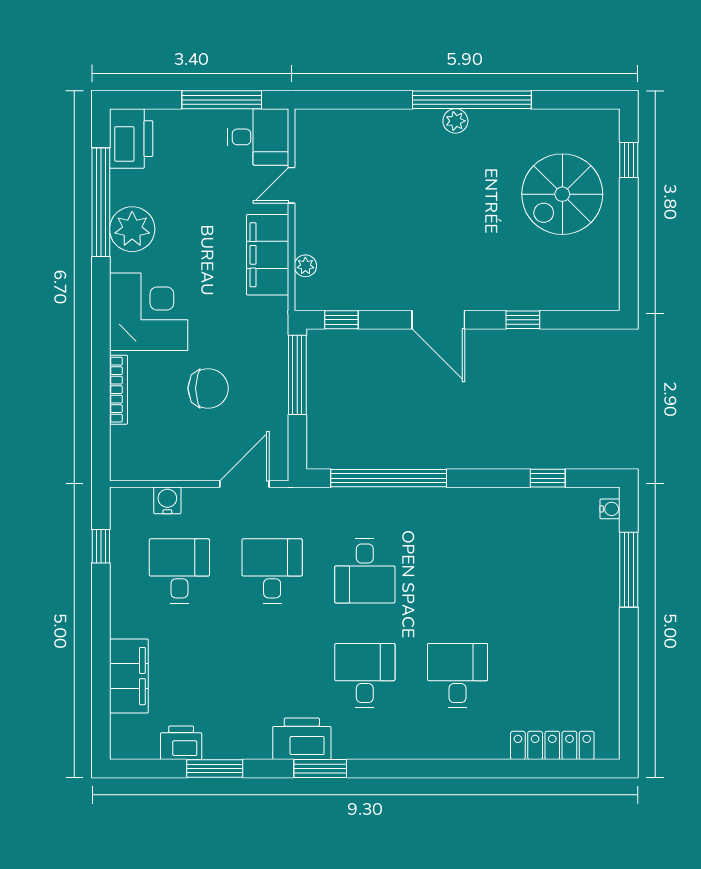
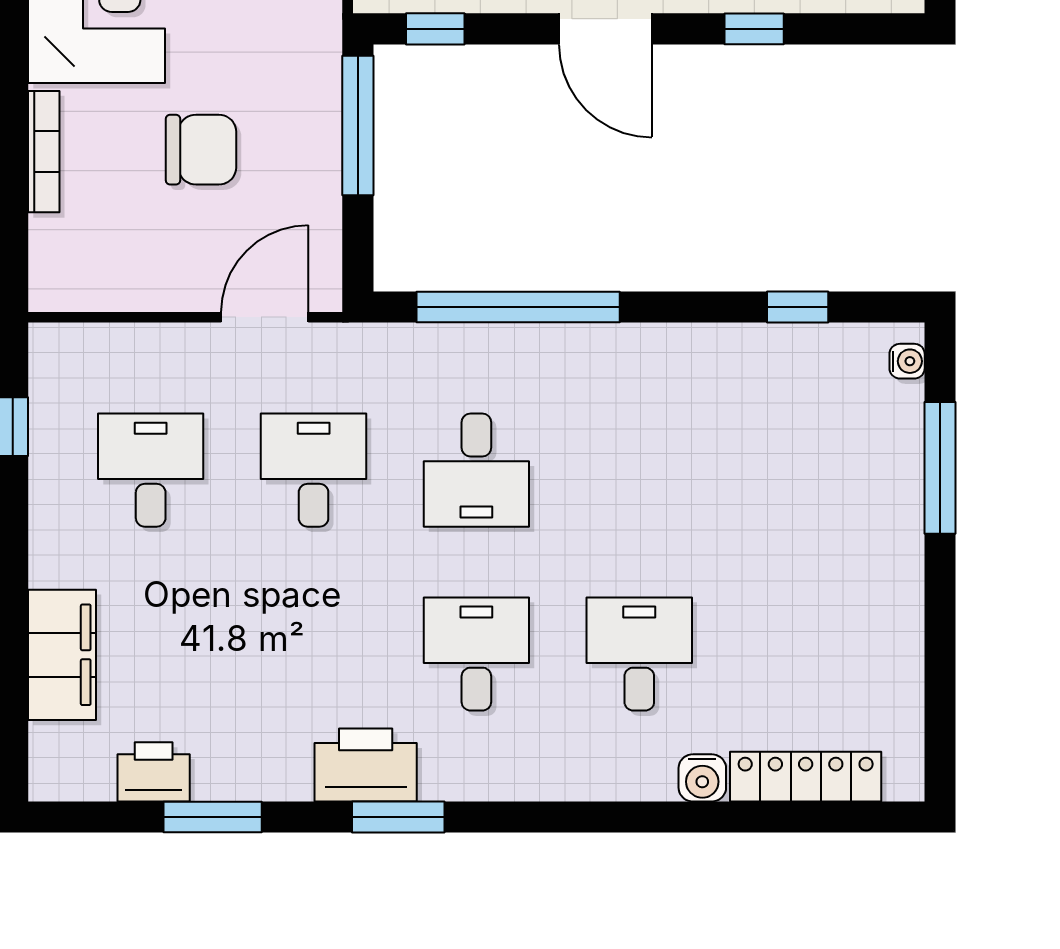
water cooler: (167, 500) -> (702, 778), moved, turned 180

